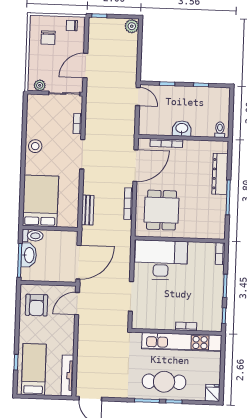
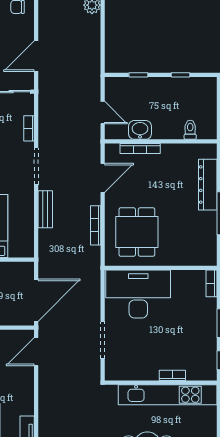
door: (138, 96) -> (103, 113), moved
washbasin: (182, 129) -> (140, 130), moved
toilet: (220, 130) -> (190, 130), moved
door: (135, 166) -> (103, 178), width x0.73
bench: (88, 210) -> (45, 209), moved

